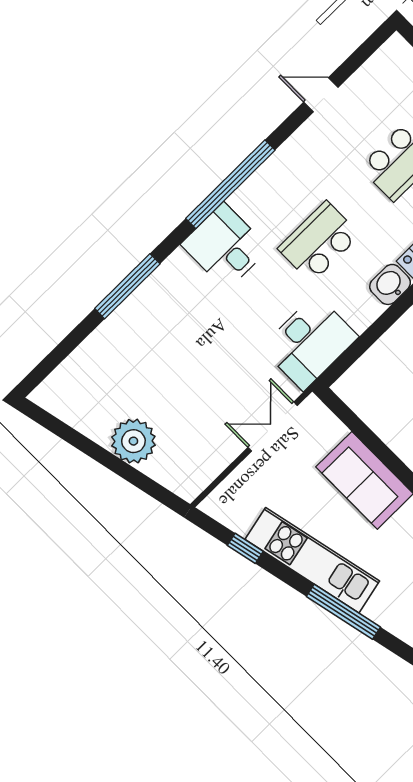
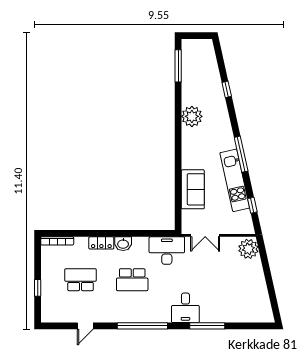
door: (321, 95) -> (85, 326), hinge flipped
desk: (225, 246) -> (185, 308), moved
plant: (133, 441) -> (248, 249), moved

